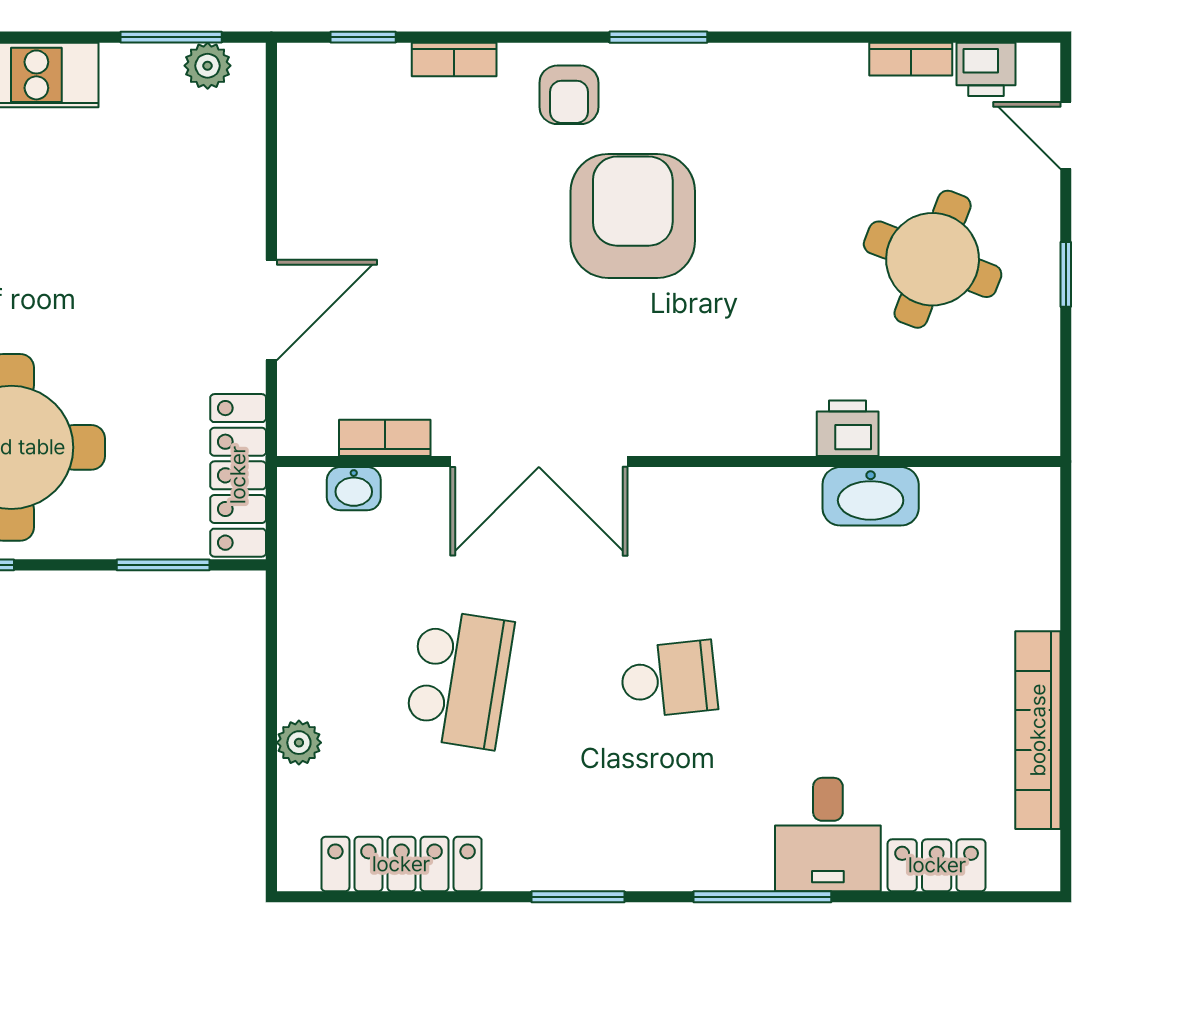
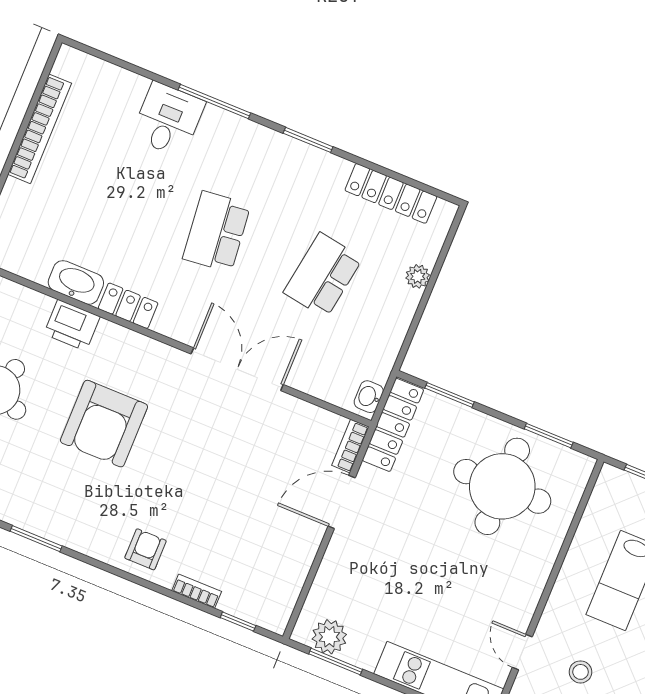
window: (658, 37) -> (36, 539), moved
plant: (208, 66) -> (329, 637), width x1.38, depth x1.38
armchair: (633, 216) -> (104, 424), moved
printer: (848, 428) -> (72, 325), width x1.36, depth x1.24
bookcase: (385, 438) -> (350, 446), moved, turned 90
washbasin: (354, 489) -> (369, 397), moved, turned -90
school desk: (669, 679) -> (217, 232), width x1.85
locker: (937, 865) -> (128, 306), moved, turned 180

